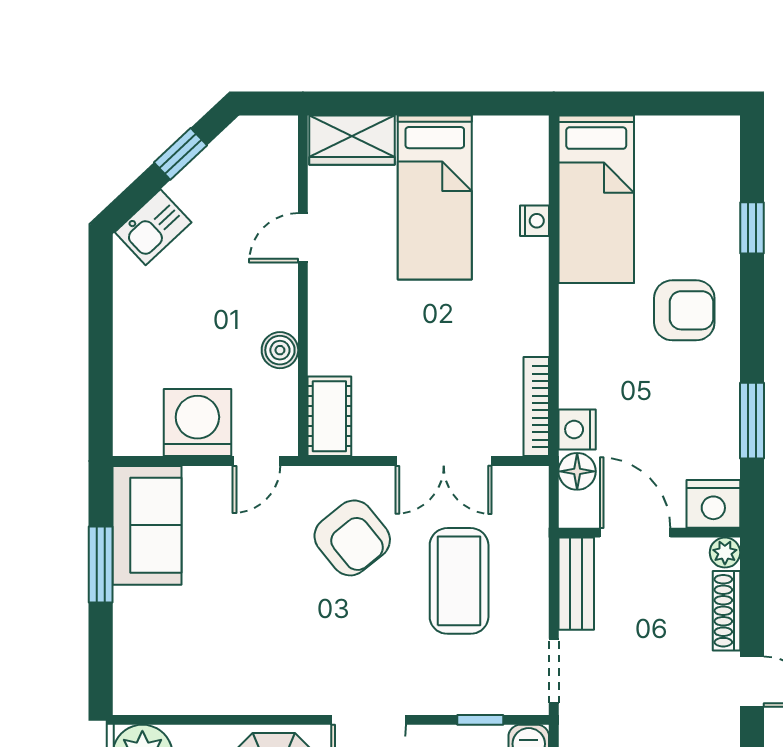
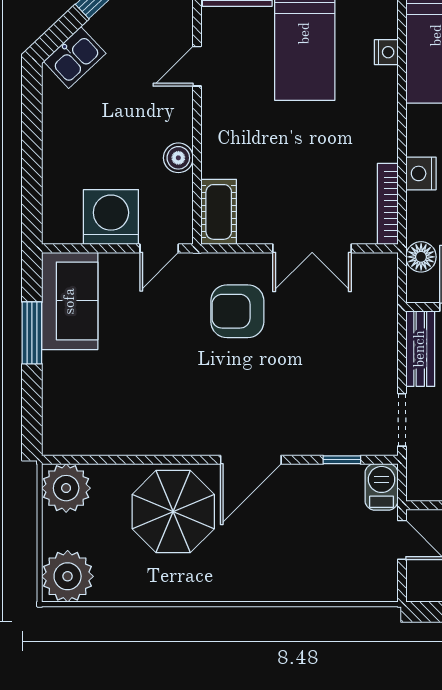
nightstand: (577, 429) -> (421, 173), moved
armchair: (352, 538) -> (237, 311), turned 129
coffee table: (459, 581) -> (325, 346), removed

